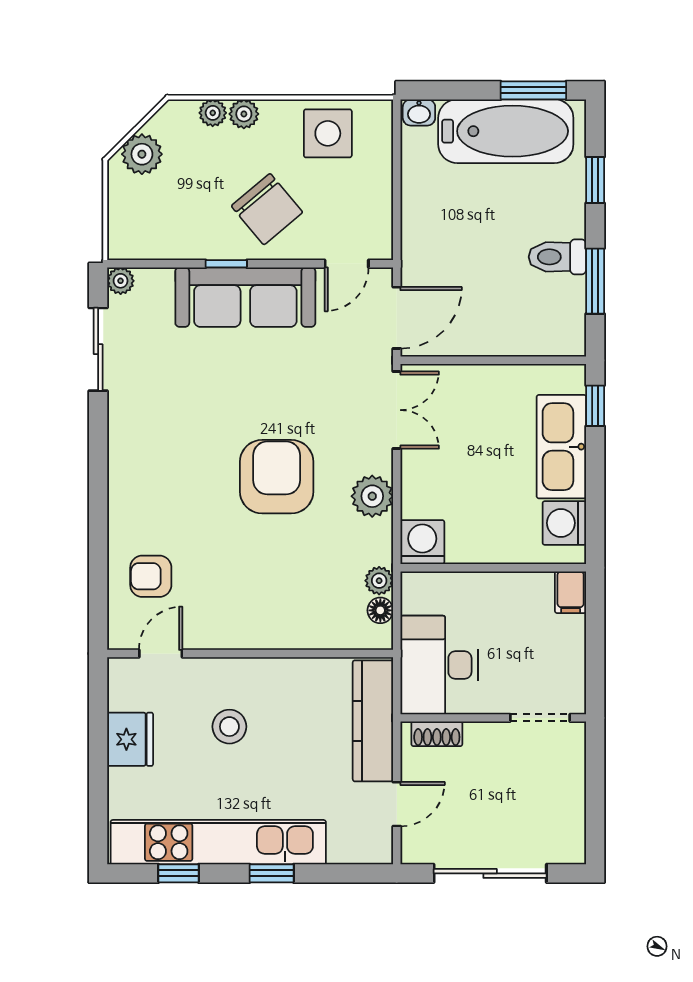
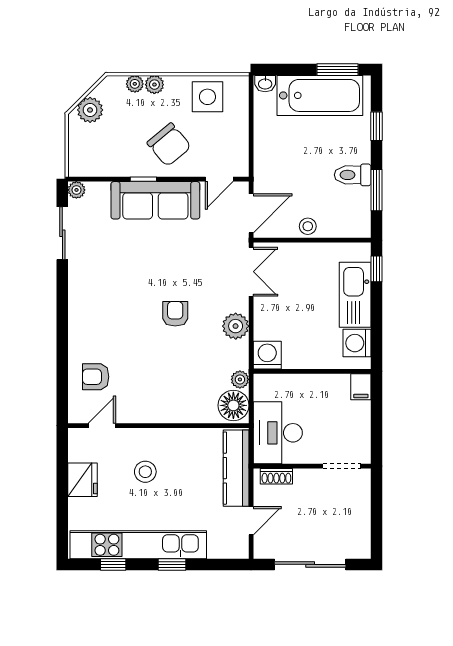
stool: (486, 338) -> (308, 226), added
armchair: (277, 477) -> (175, 314), width x0.53, depth x0.53
floor lamp: (380, 610) -> (233, 405), width x1.89, depth x1.89

